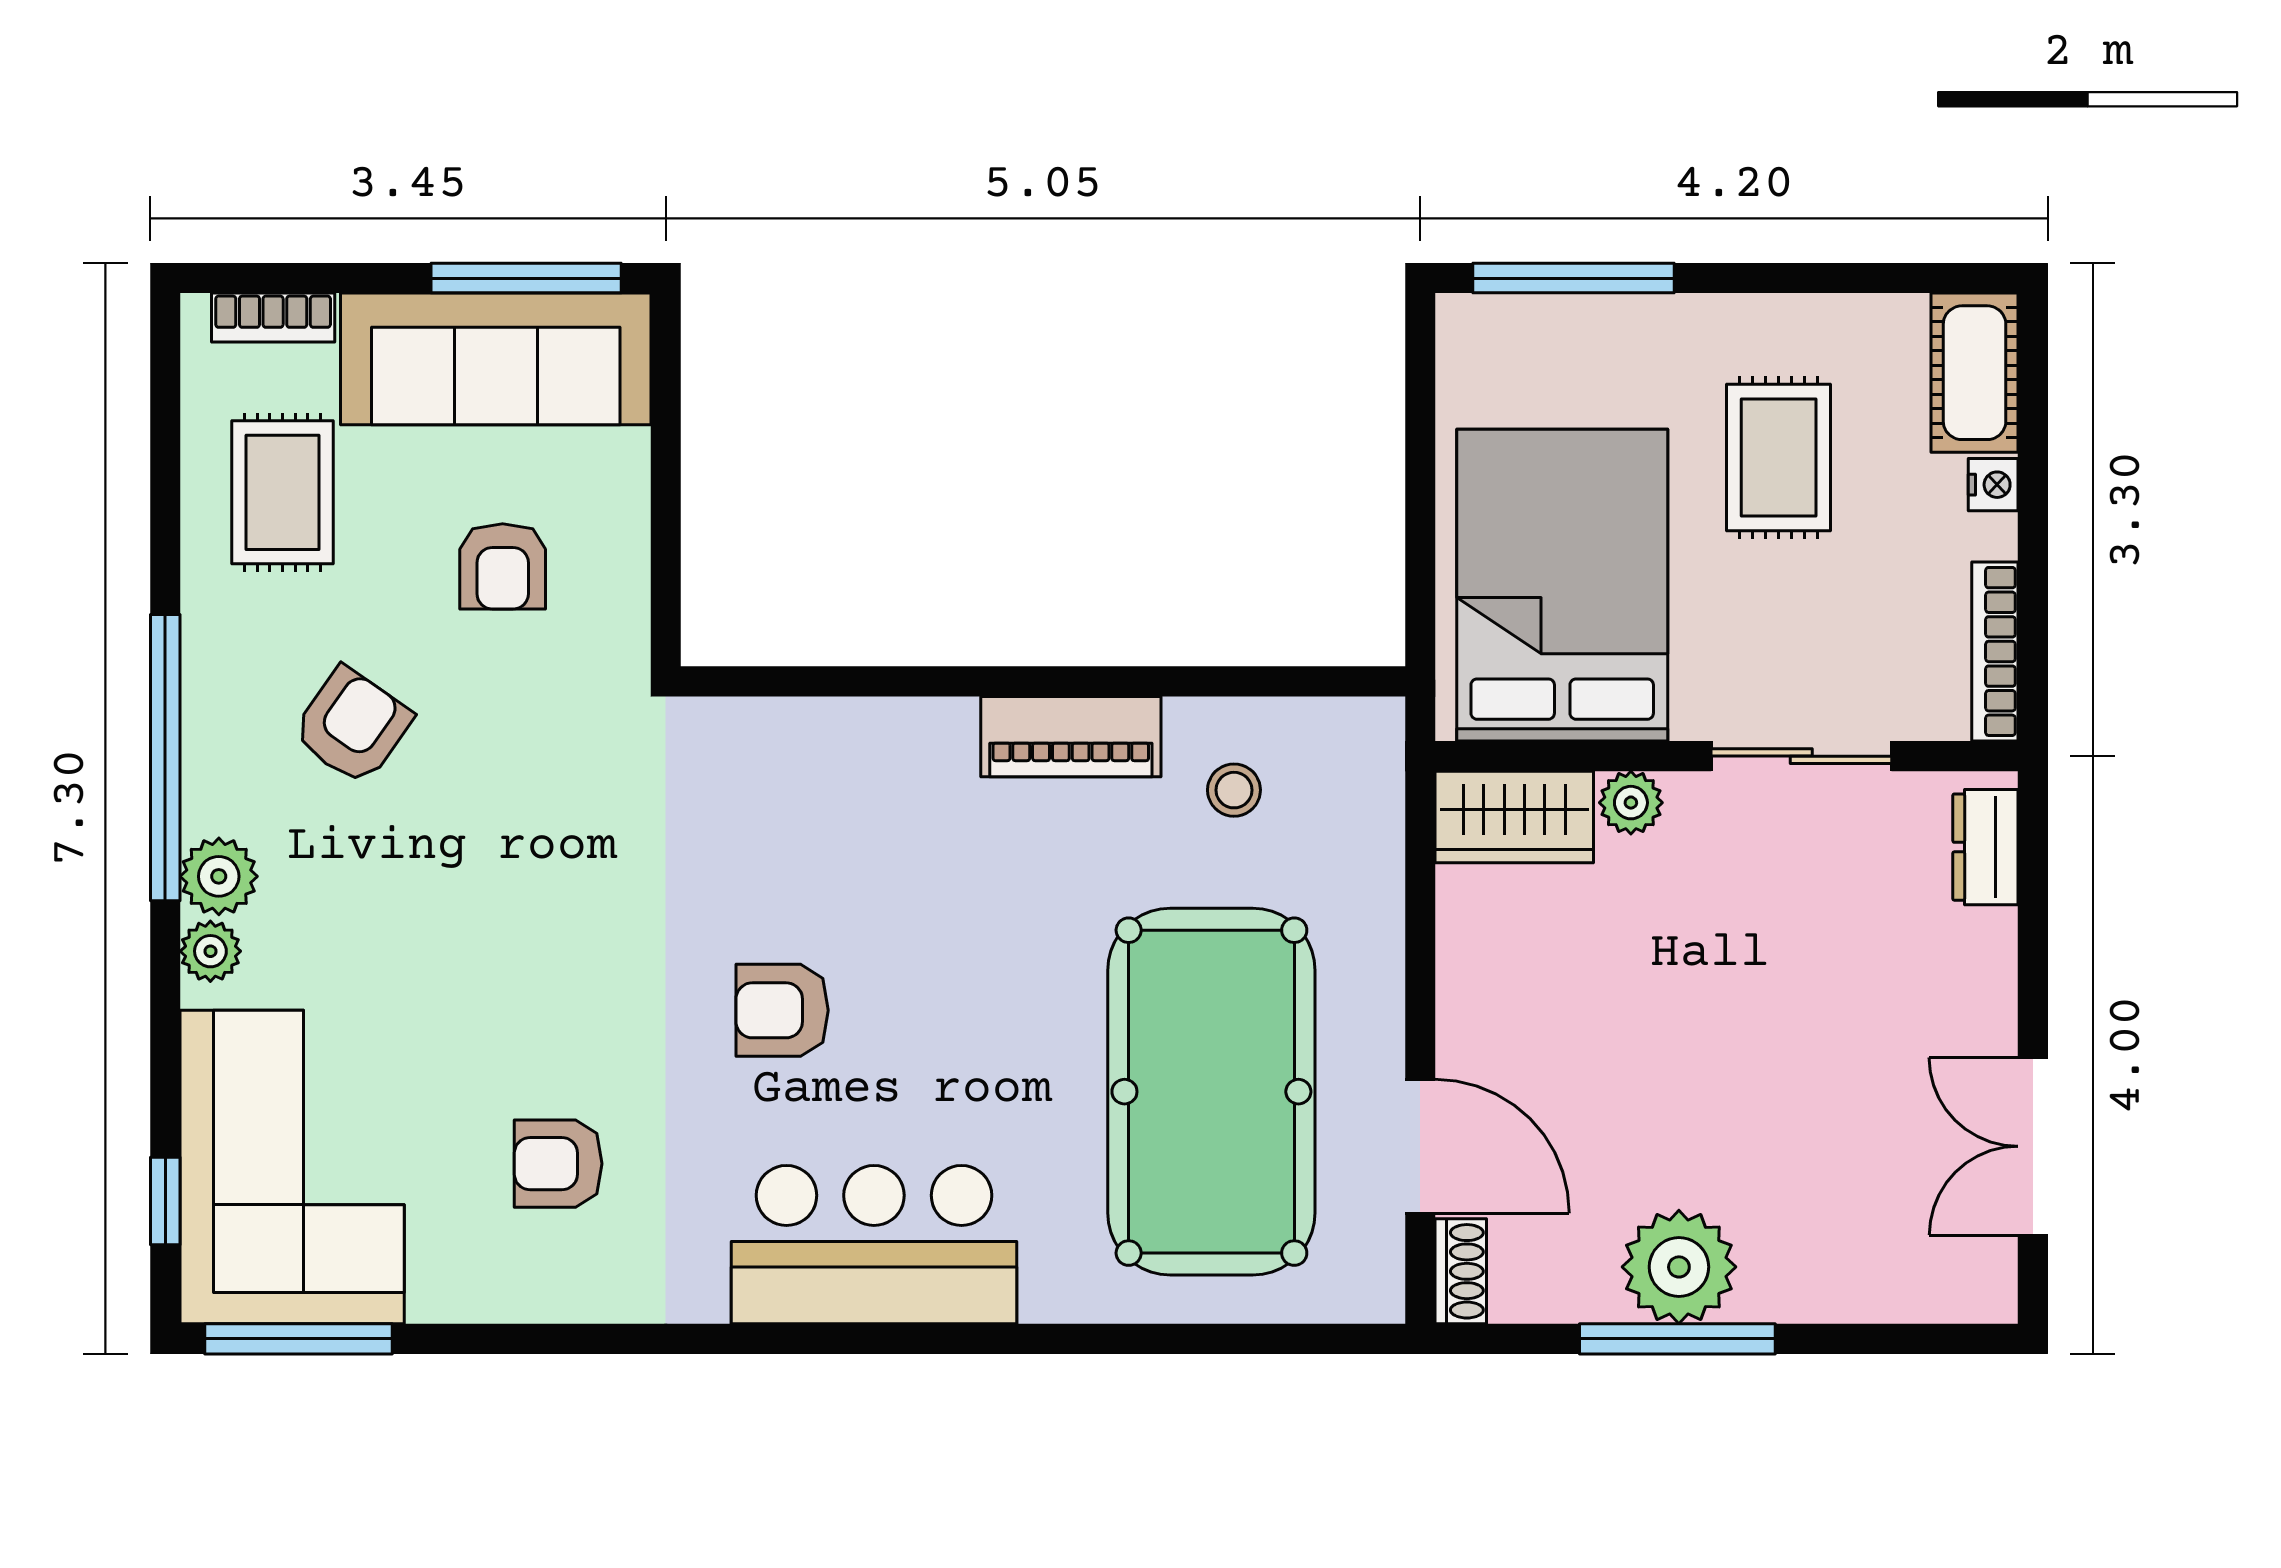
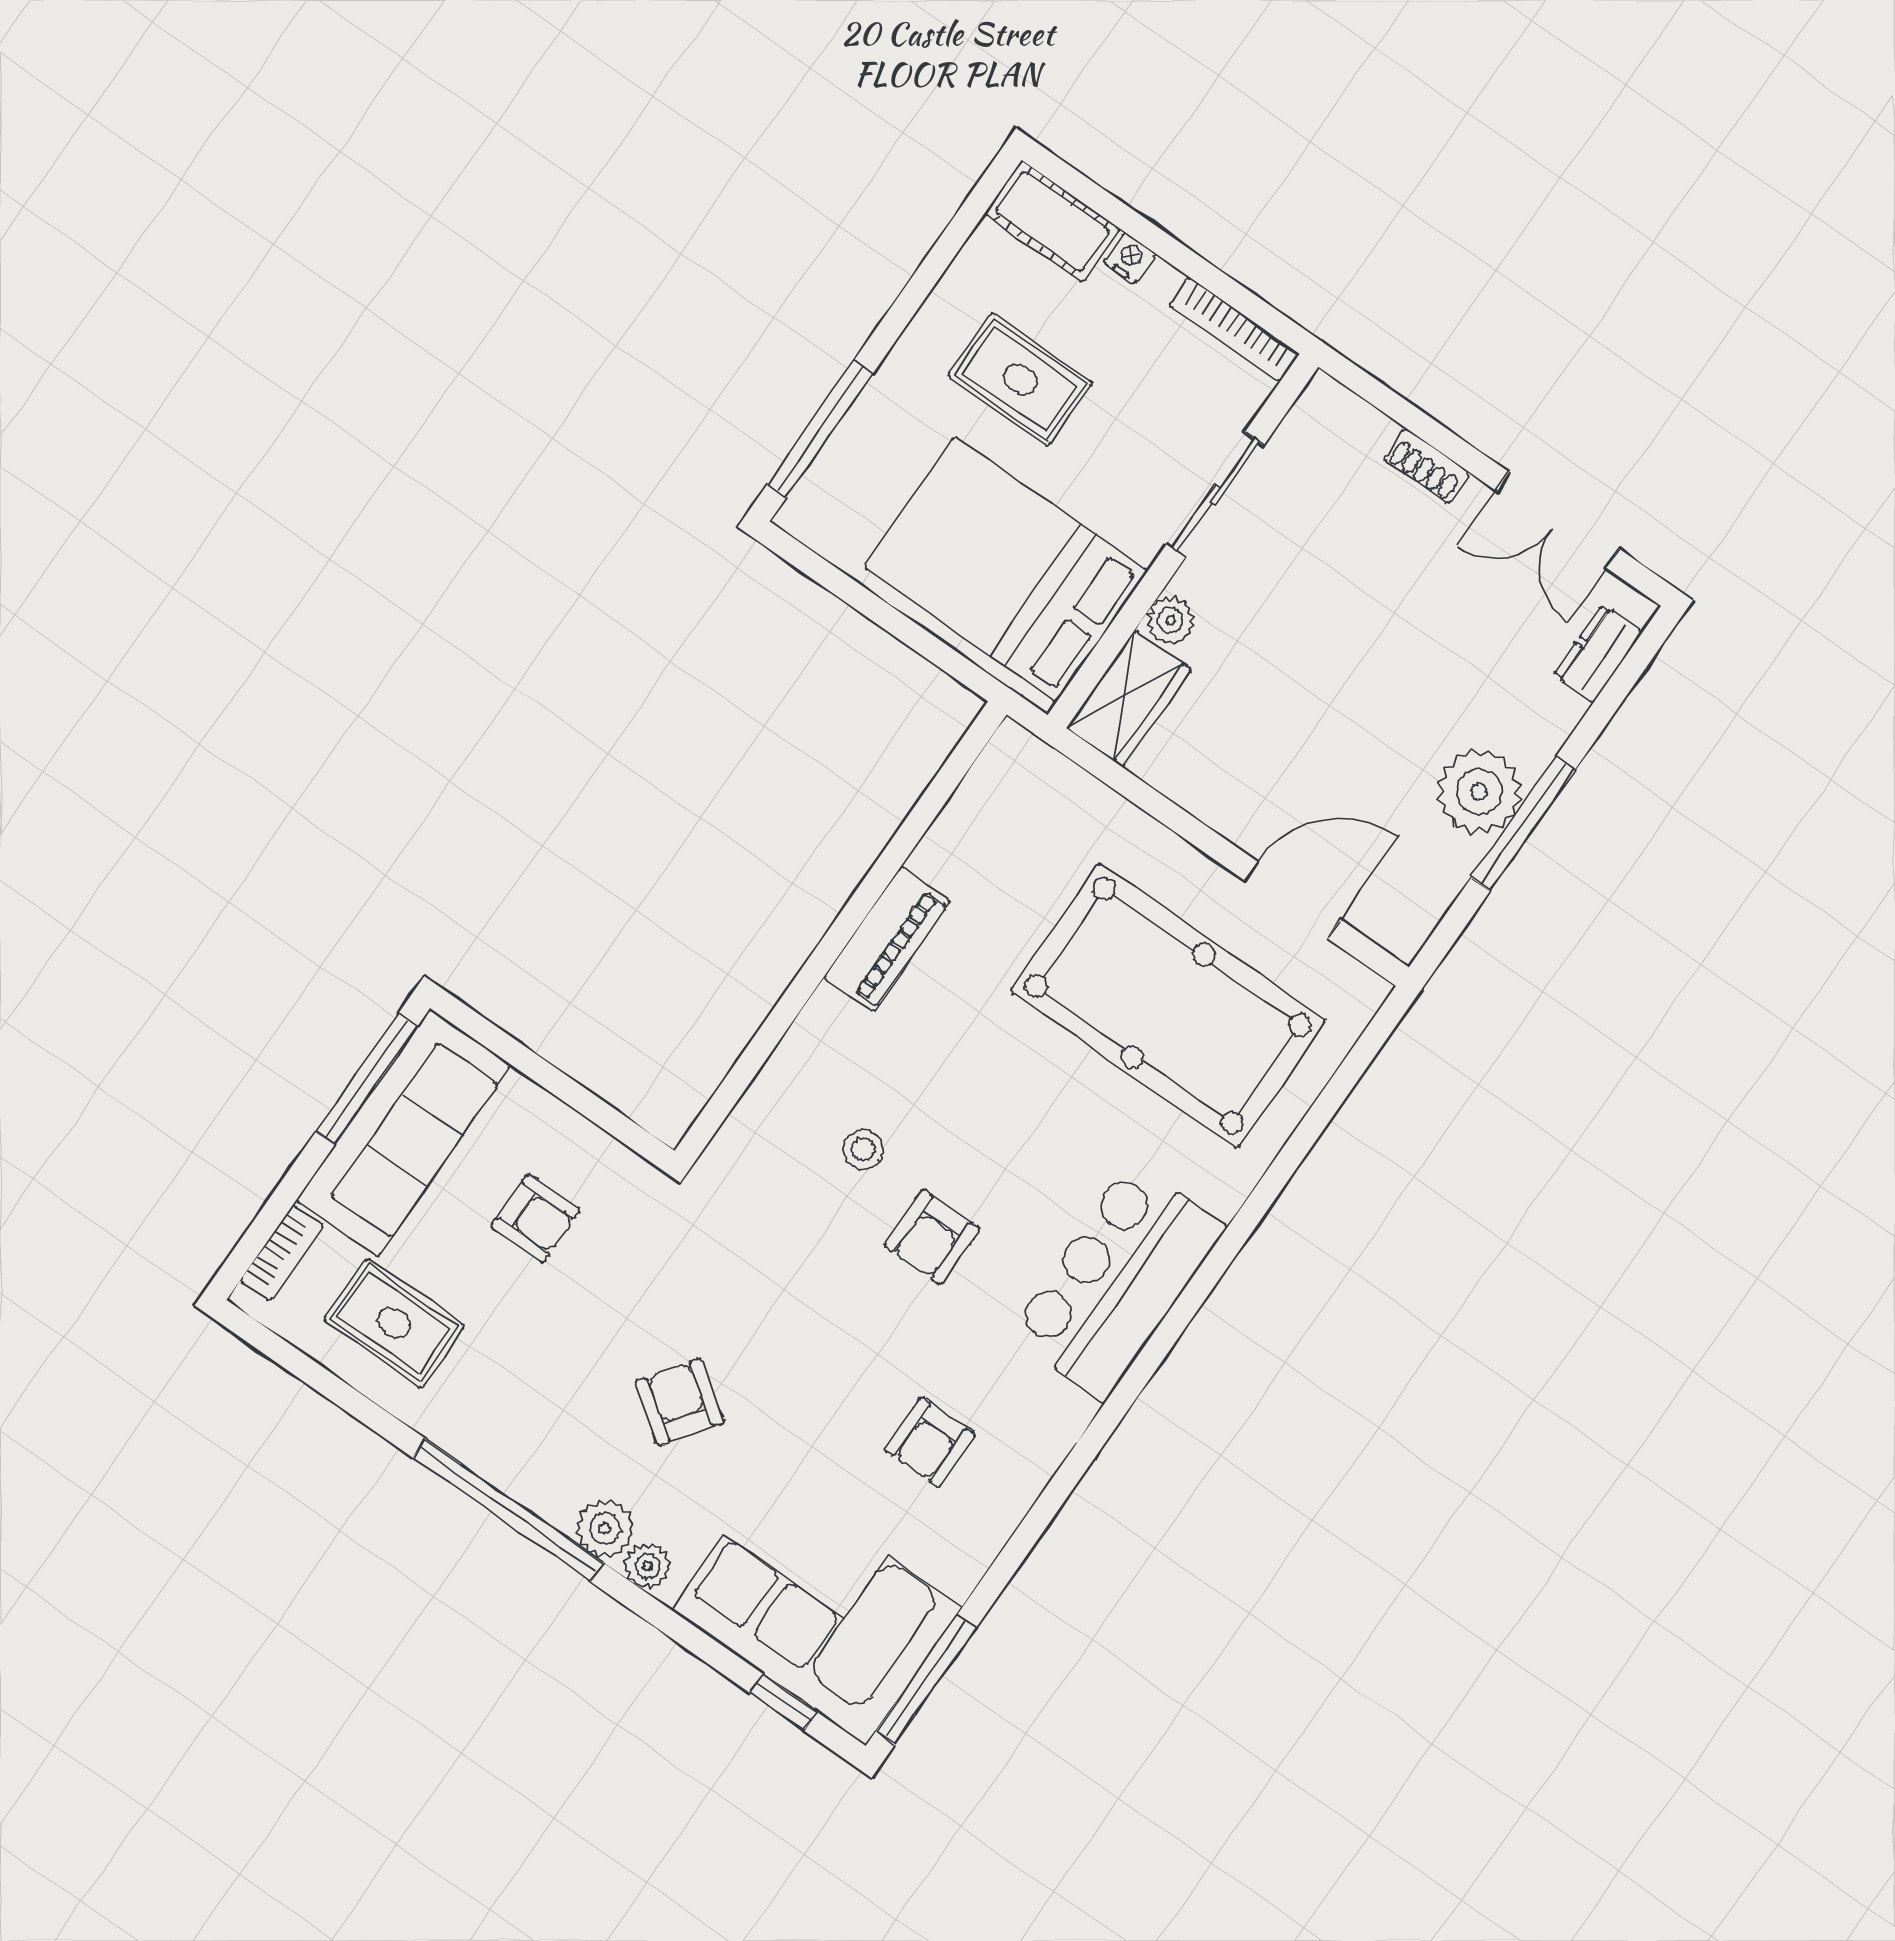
armchair: (352, 726) -> (679, 1402), moved
stool: (1234, 790) -> (863, 1149), moved
dresser: (1985, 847) -> (1598, 654), moved, turned 90
shoe rack: (1461, 1271) -> (1427, 466), moved, turned 180

